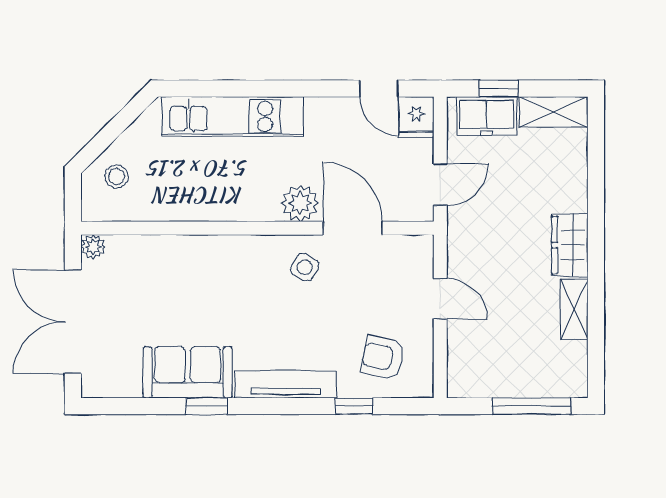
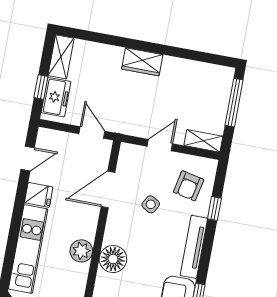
fridge: (417, 117) -> (39, 195), moved
plant: (300, 203) -> (81, 251), moved
floor lamp: (242, 257) -> (113, 259), added
side table: (305, 267) -> (151, 204), moved
shelving: (574, 309) -> (203, 141), moved

